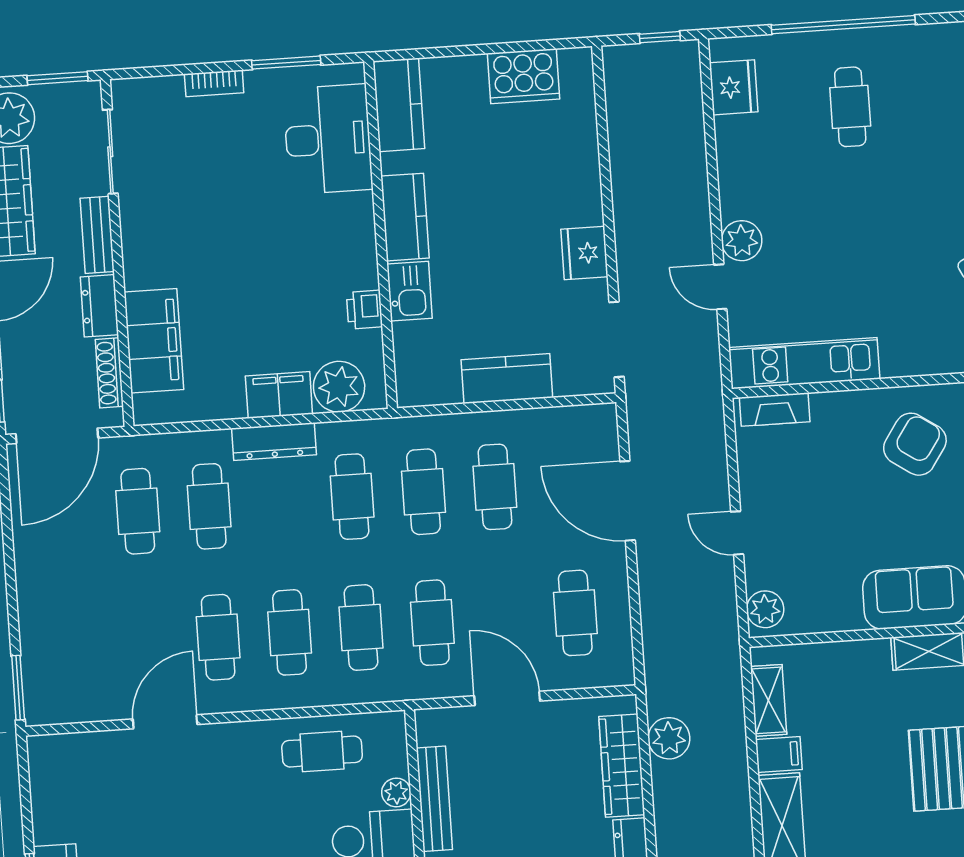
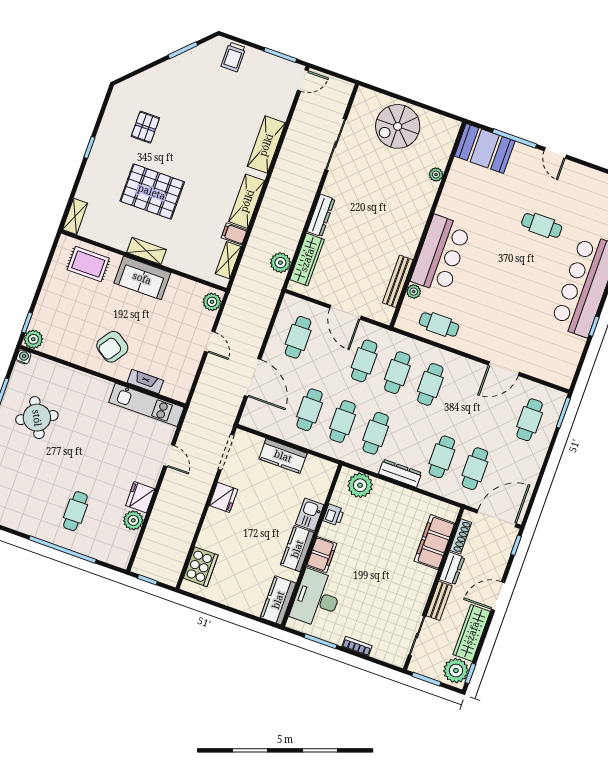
cooker: (523, 76) -> (201, 567), moved, turned 90
fridge: (734, 87) -> (140, 497), moved
plant: (742, 241) -> (133, 520), moved
filing cabinet: (279, 395) -> (322, 555), moved, turned -90
fireplace: (775, 409) -> (145, 381), moved
cafe table: (218, 637) -> (530, 420), moved

